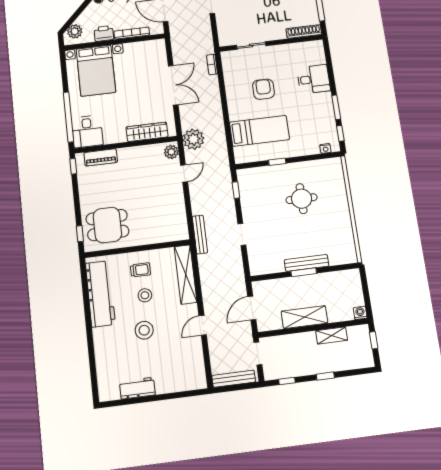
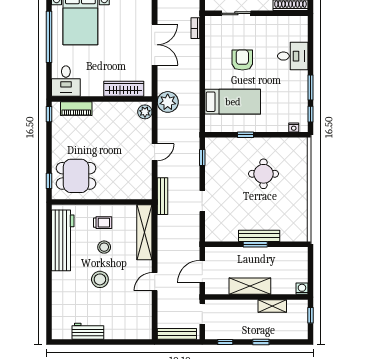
window: (68, 117) -> (49, 37), moved
door: (184, 173) -> (155, 152), moved

